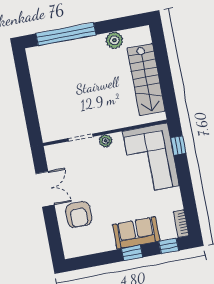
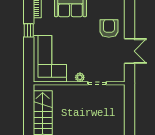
window: (178, 145) -> (29, 30), moved
double door: (45, 189) -> (129, 51), swing flipped

